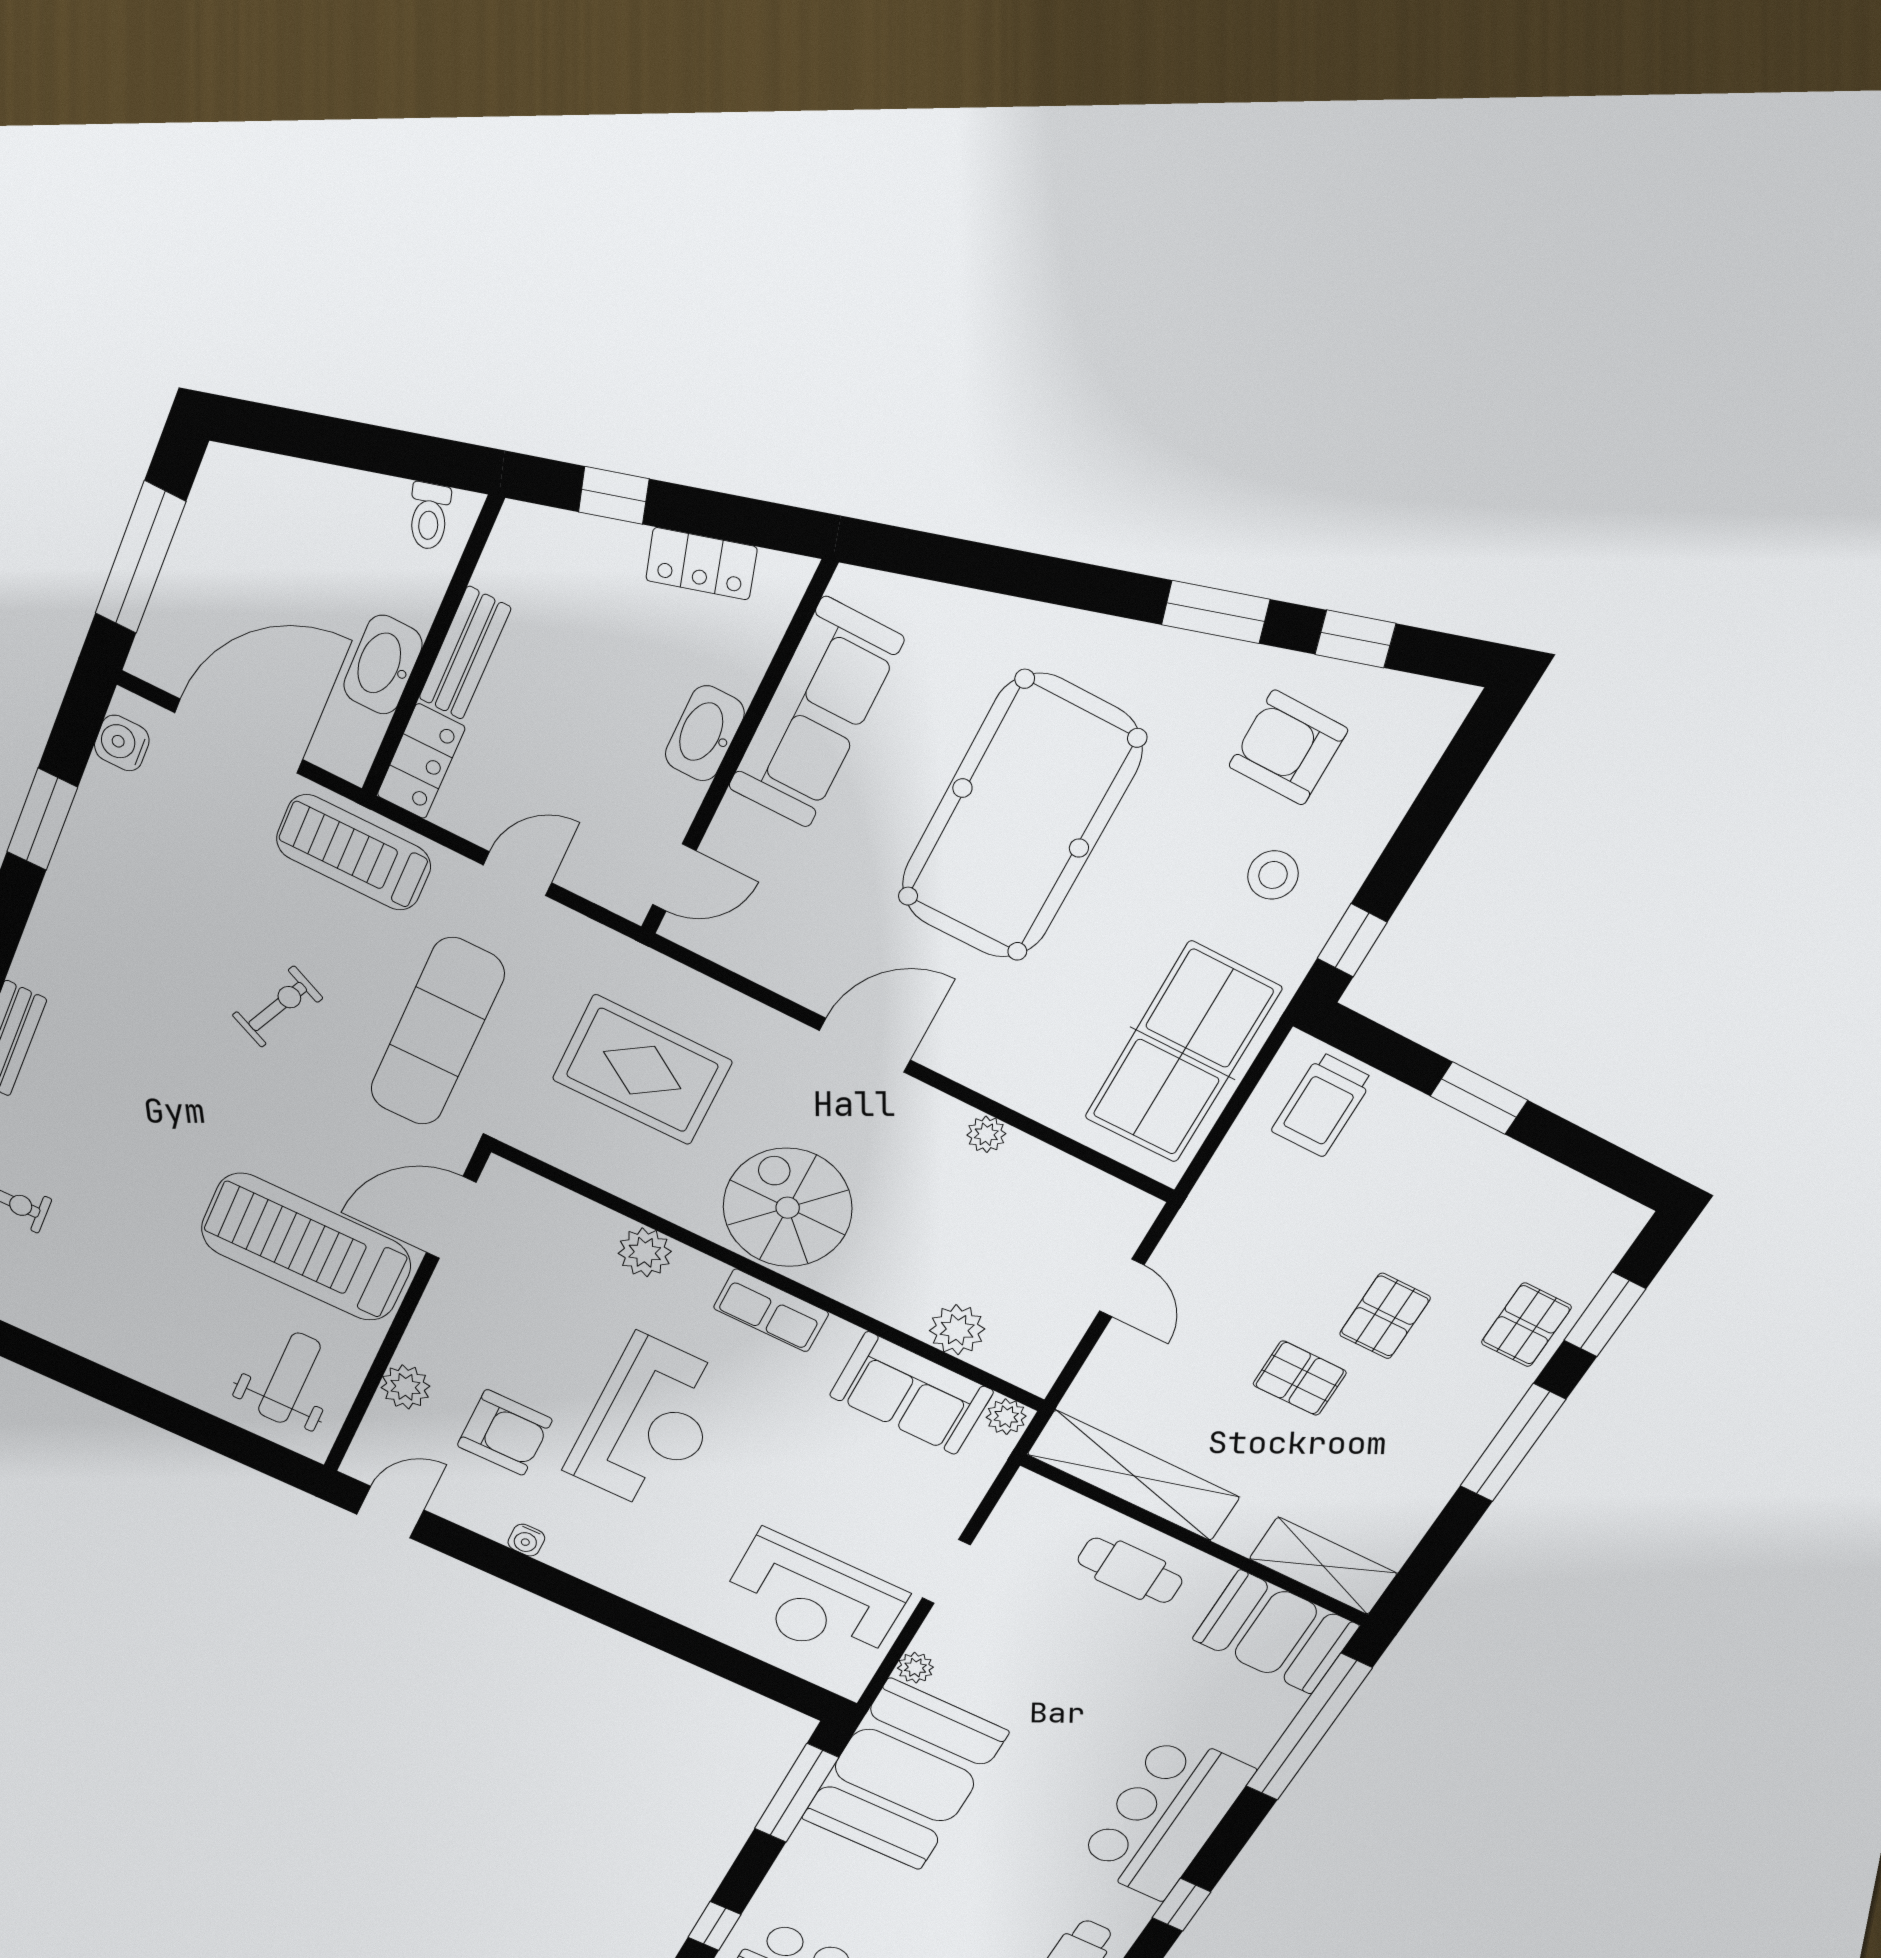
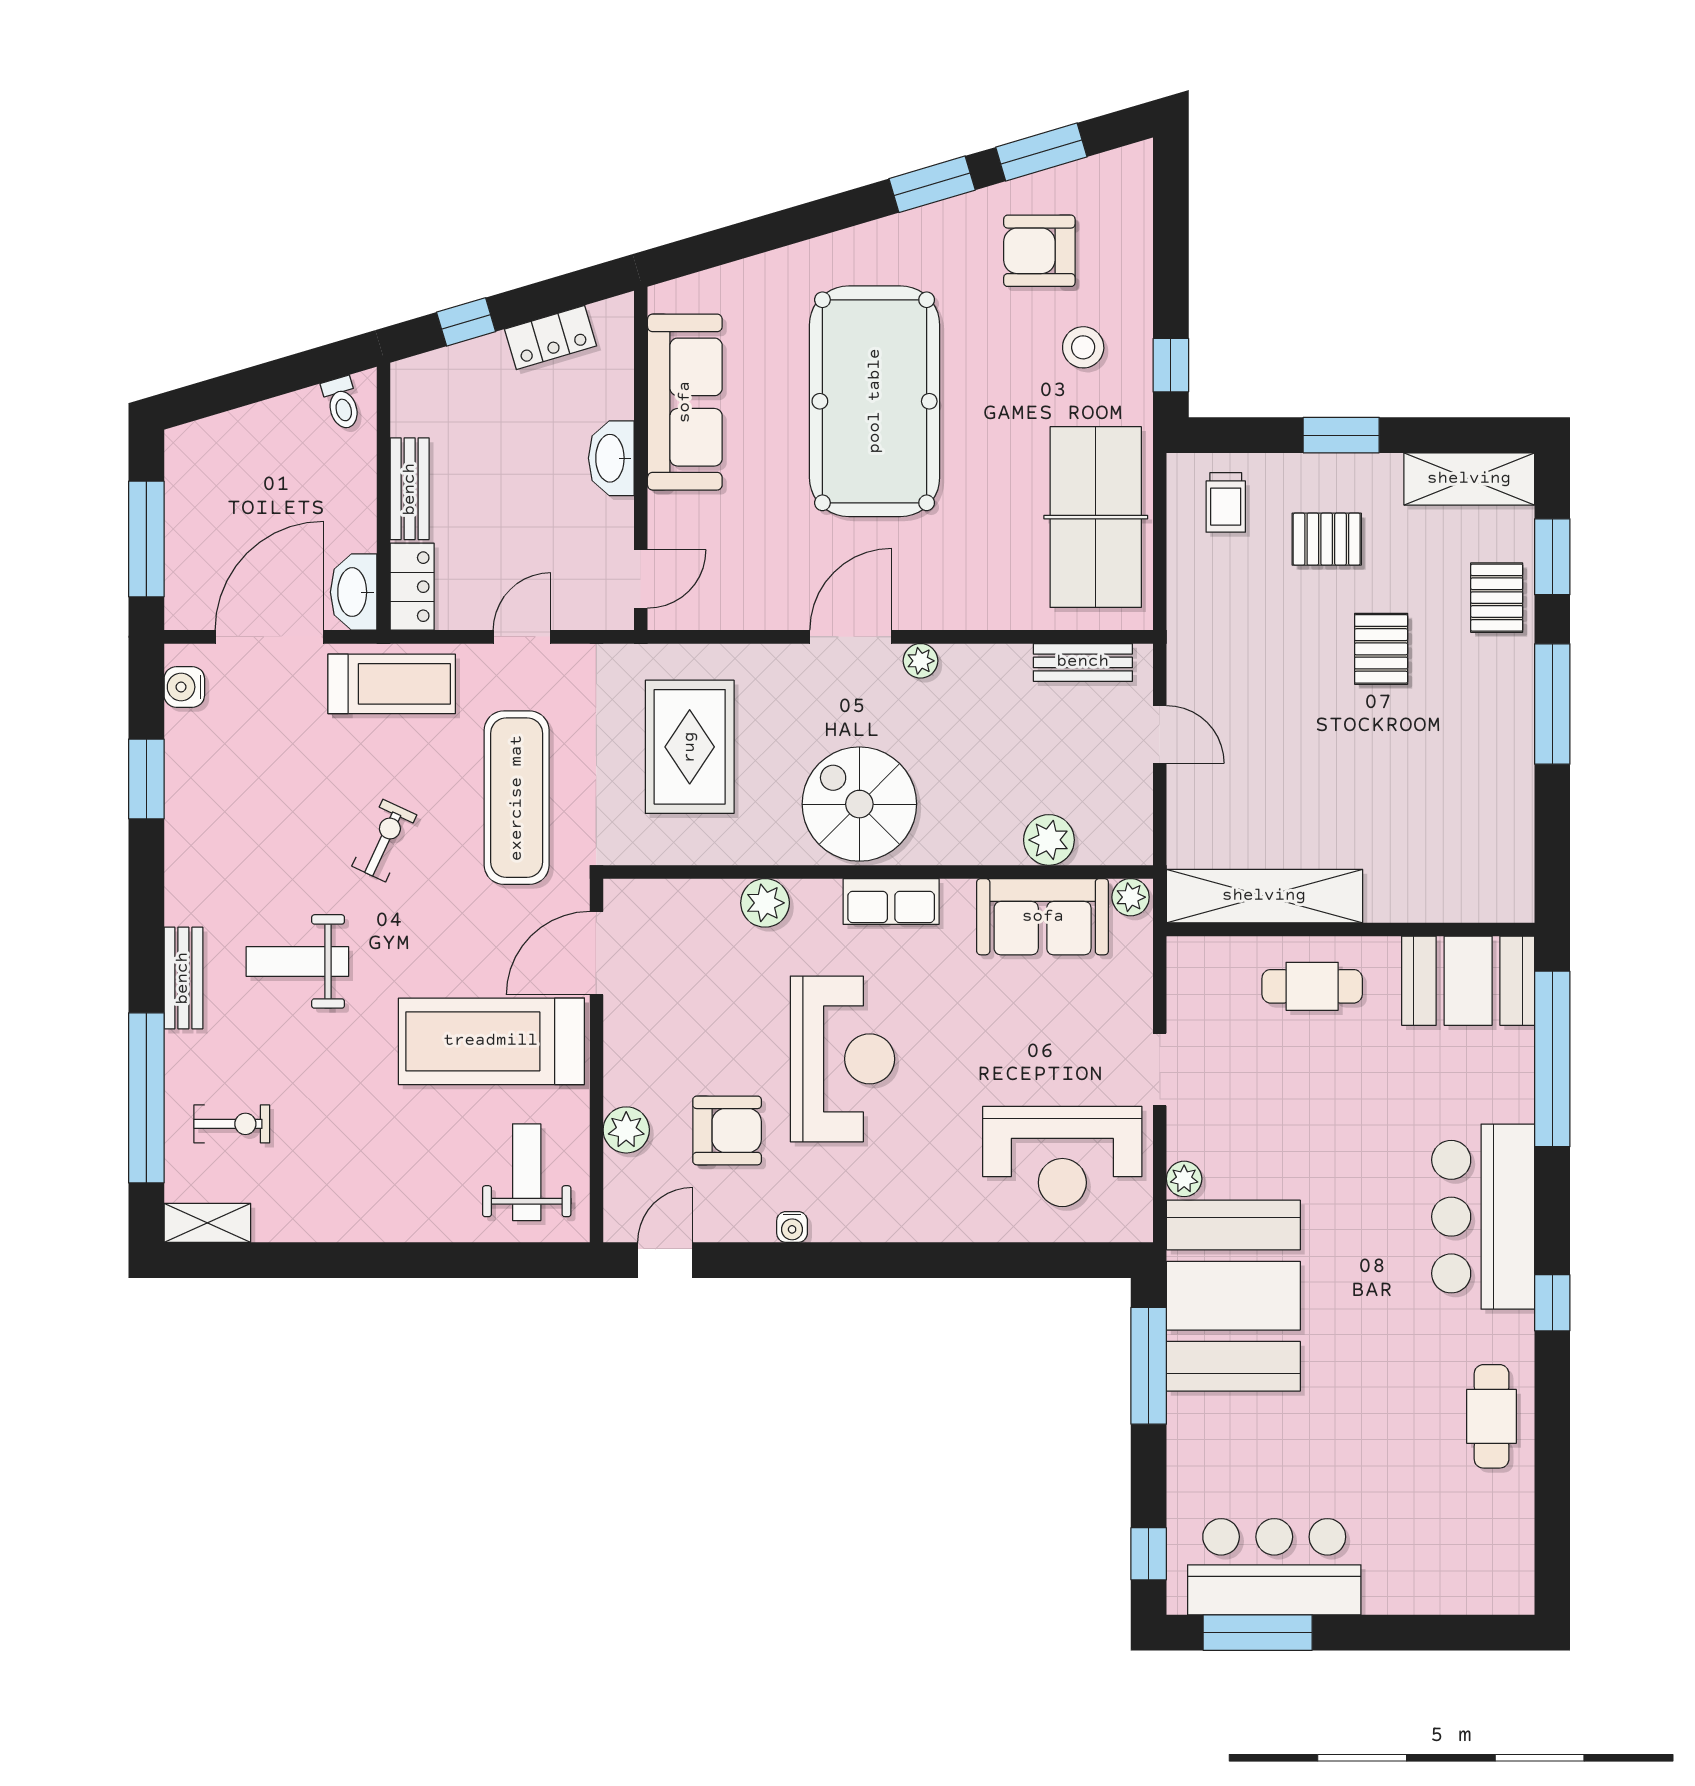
window: (1355, 639) -> (1041, 152), width x1.50
washbasin: (383, 665) -> (354, 592), moved
treadmill: (354, 853) -> (392, 684), turned 180
rug: (642, 1070) -> (690, 747), turned 90
weight bench: (136, 1080) -> (297, 961), added
trolley: (1322, 1105) -> (1226, 502), width x0.73, depth x0.72
plant: (986, 1134) -> (920, 661), moved
bench: (1086, 1185) -> (1083, 662), added
pallet: (1300, 1378) -> (1327, 539), moved
shelving: (1323, 1566) -> (1469, 479), moved

